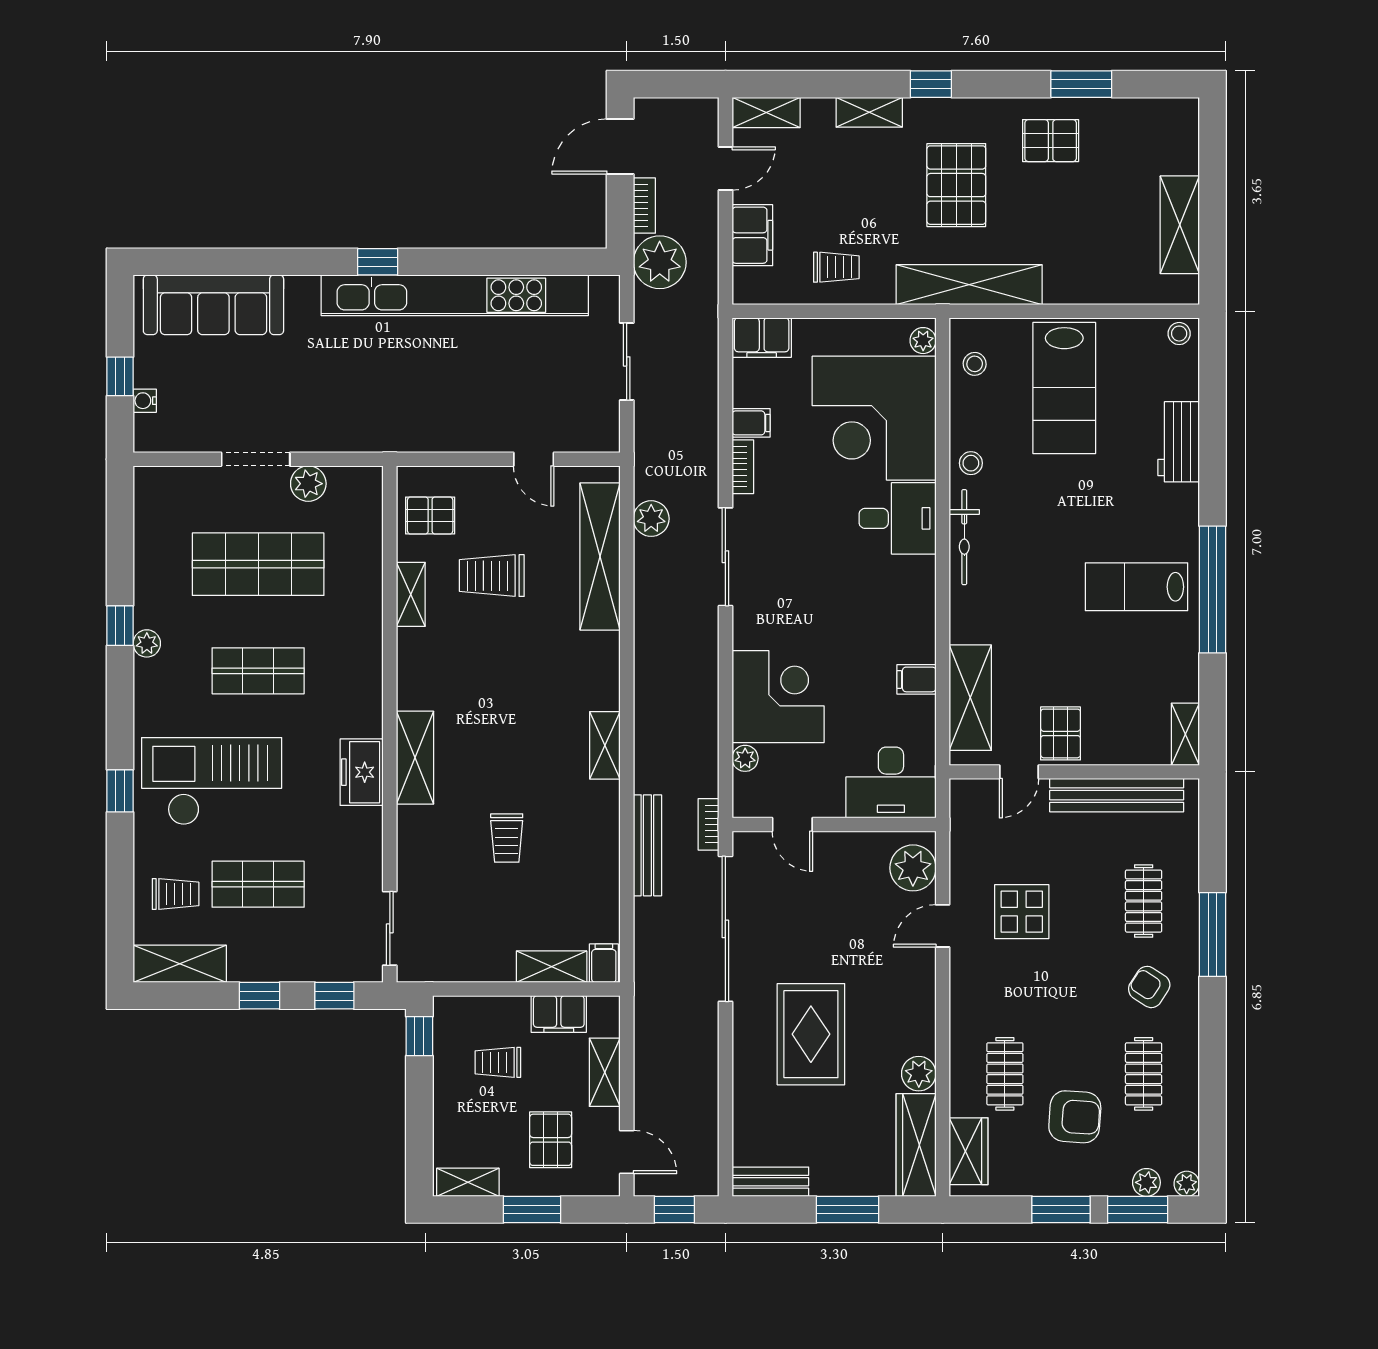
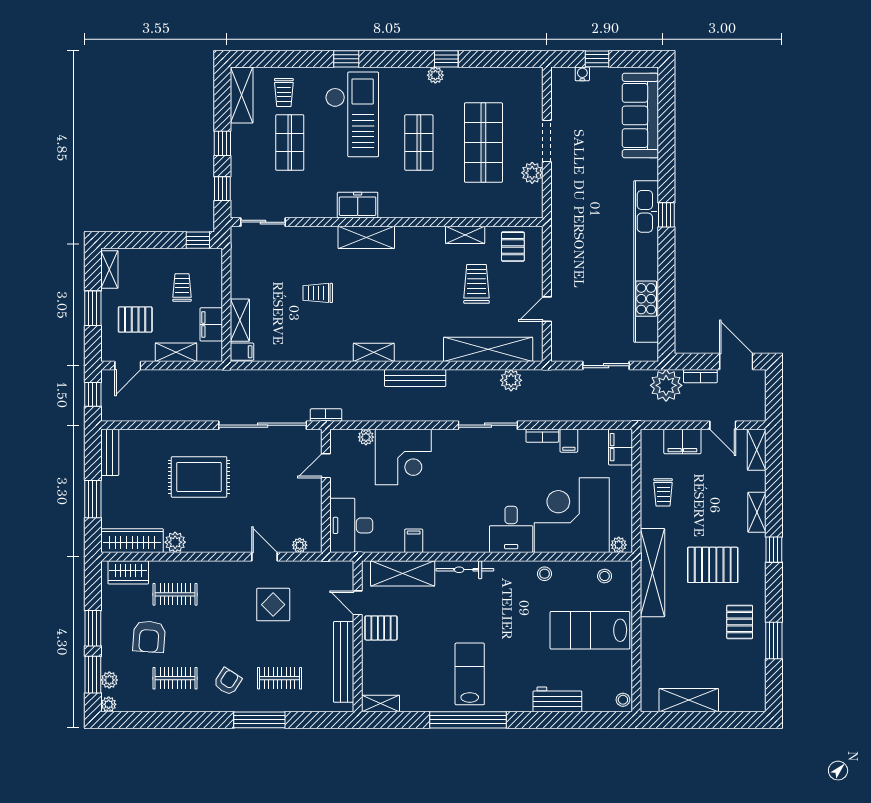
bicycle: (964, 537) -> (465, 570), moved
bench: (647, 845) -> (415, 378), moved
plant: (913, 868) -> (300, 545), width x0.53, depth x0.53

